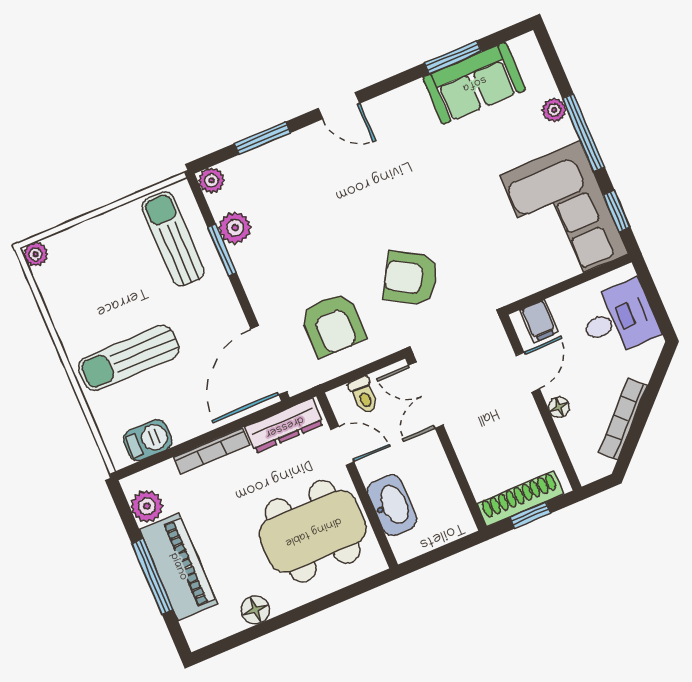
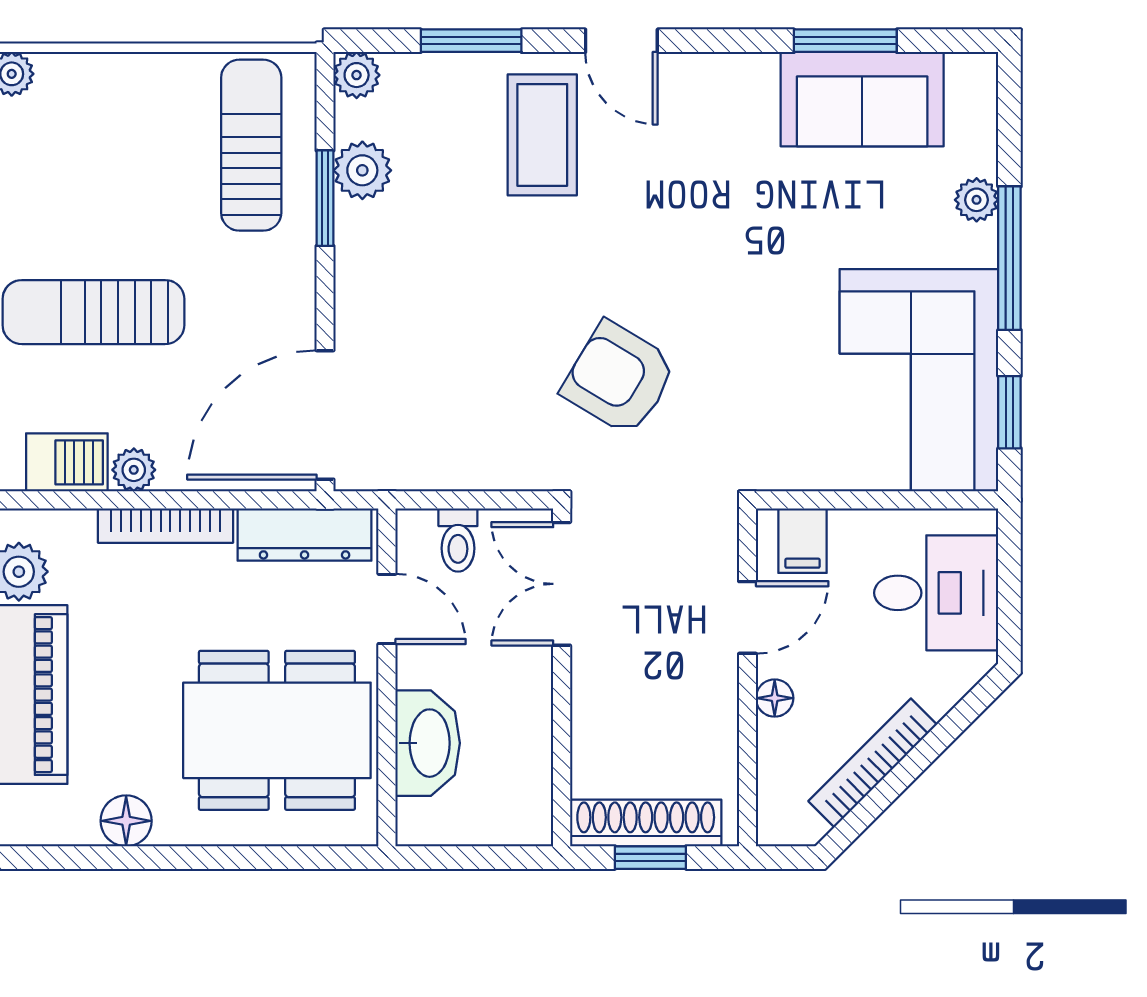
coffee table: (319, 171) -> (542, 135), added
armchair: (333, 324) -> (457, 400), removed
plant: (183, 430) -> (134, 470), added

